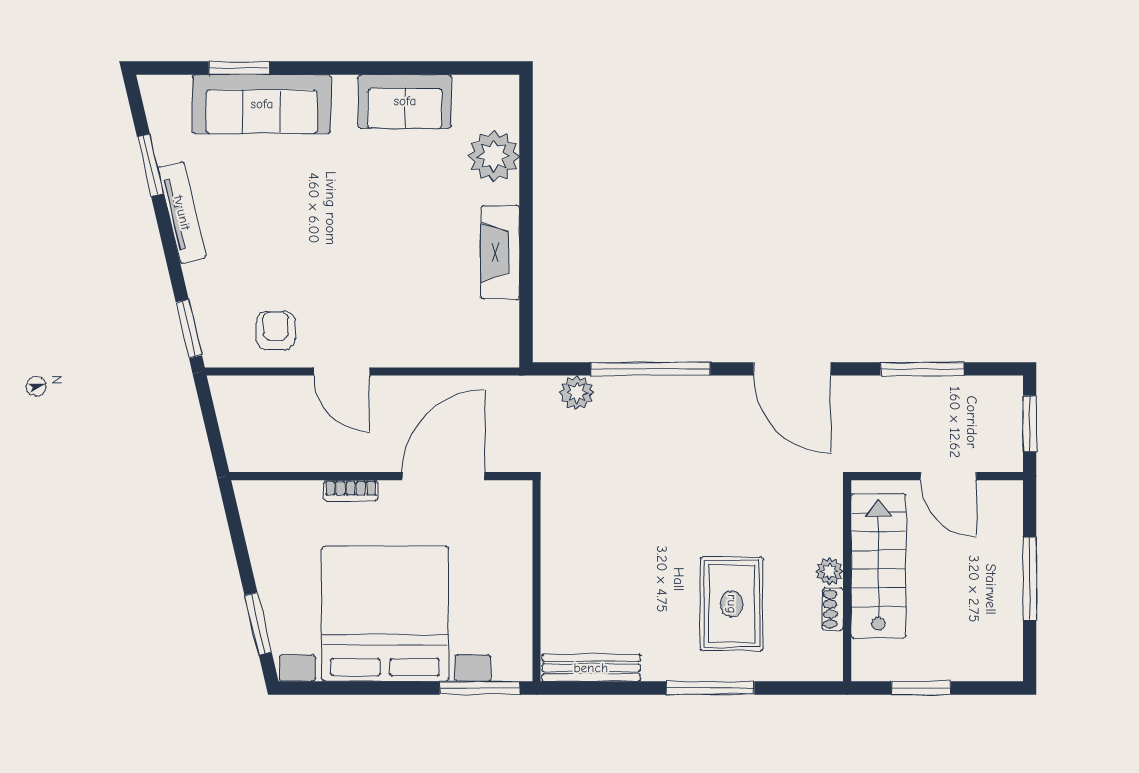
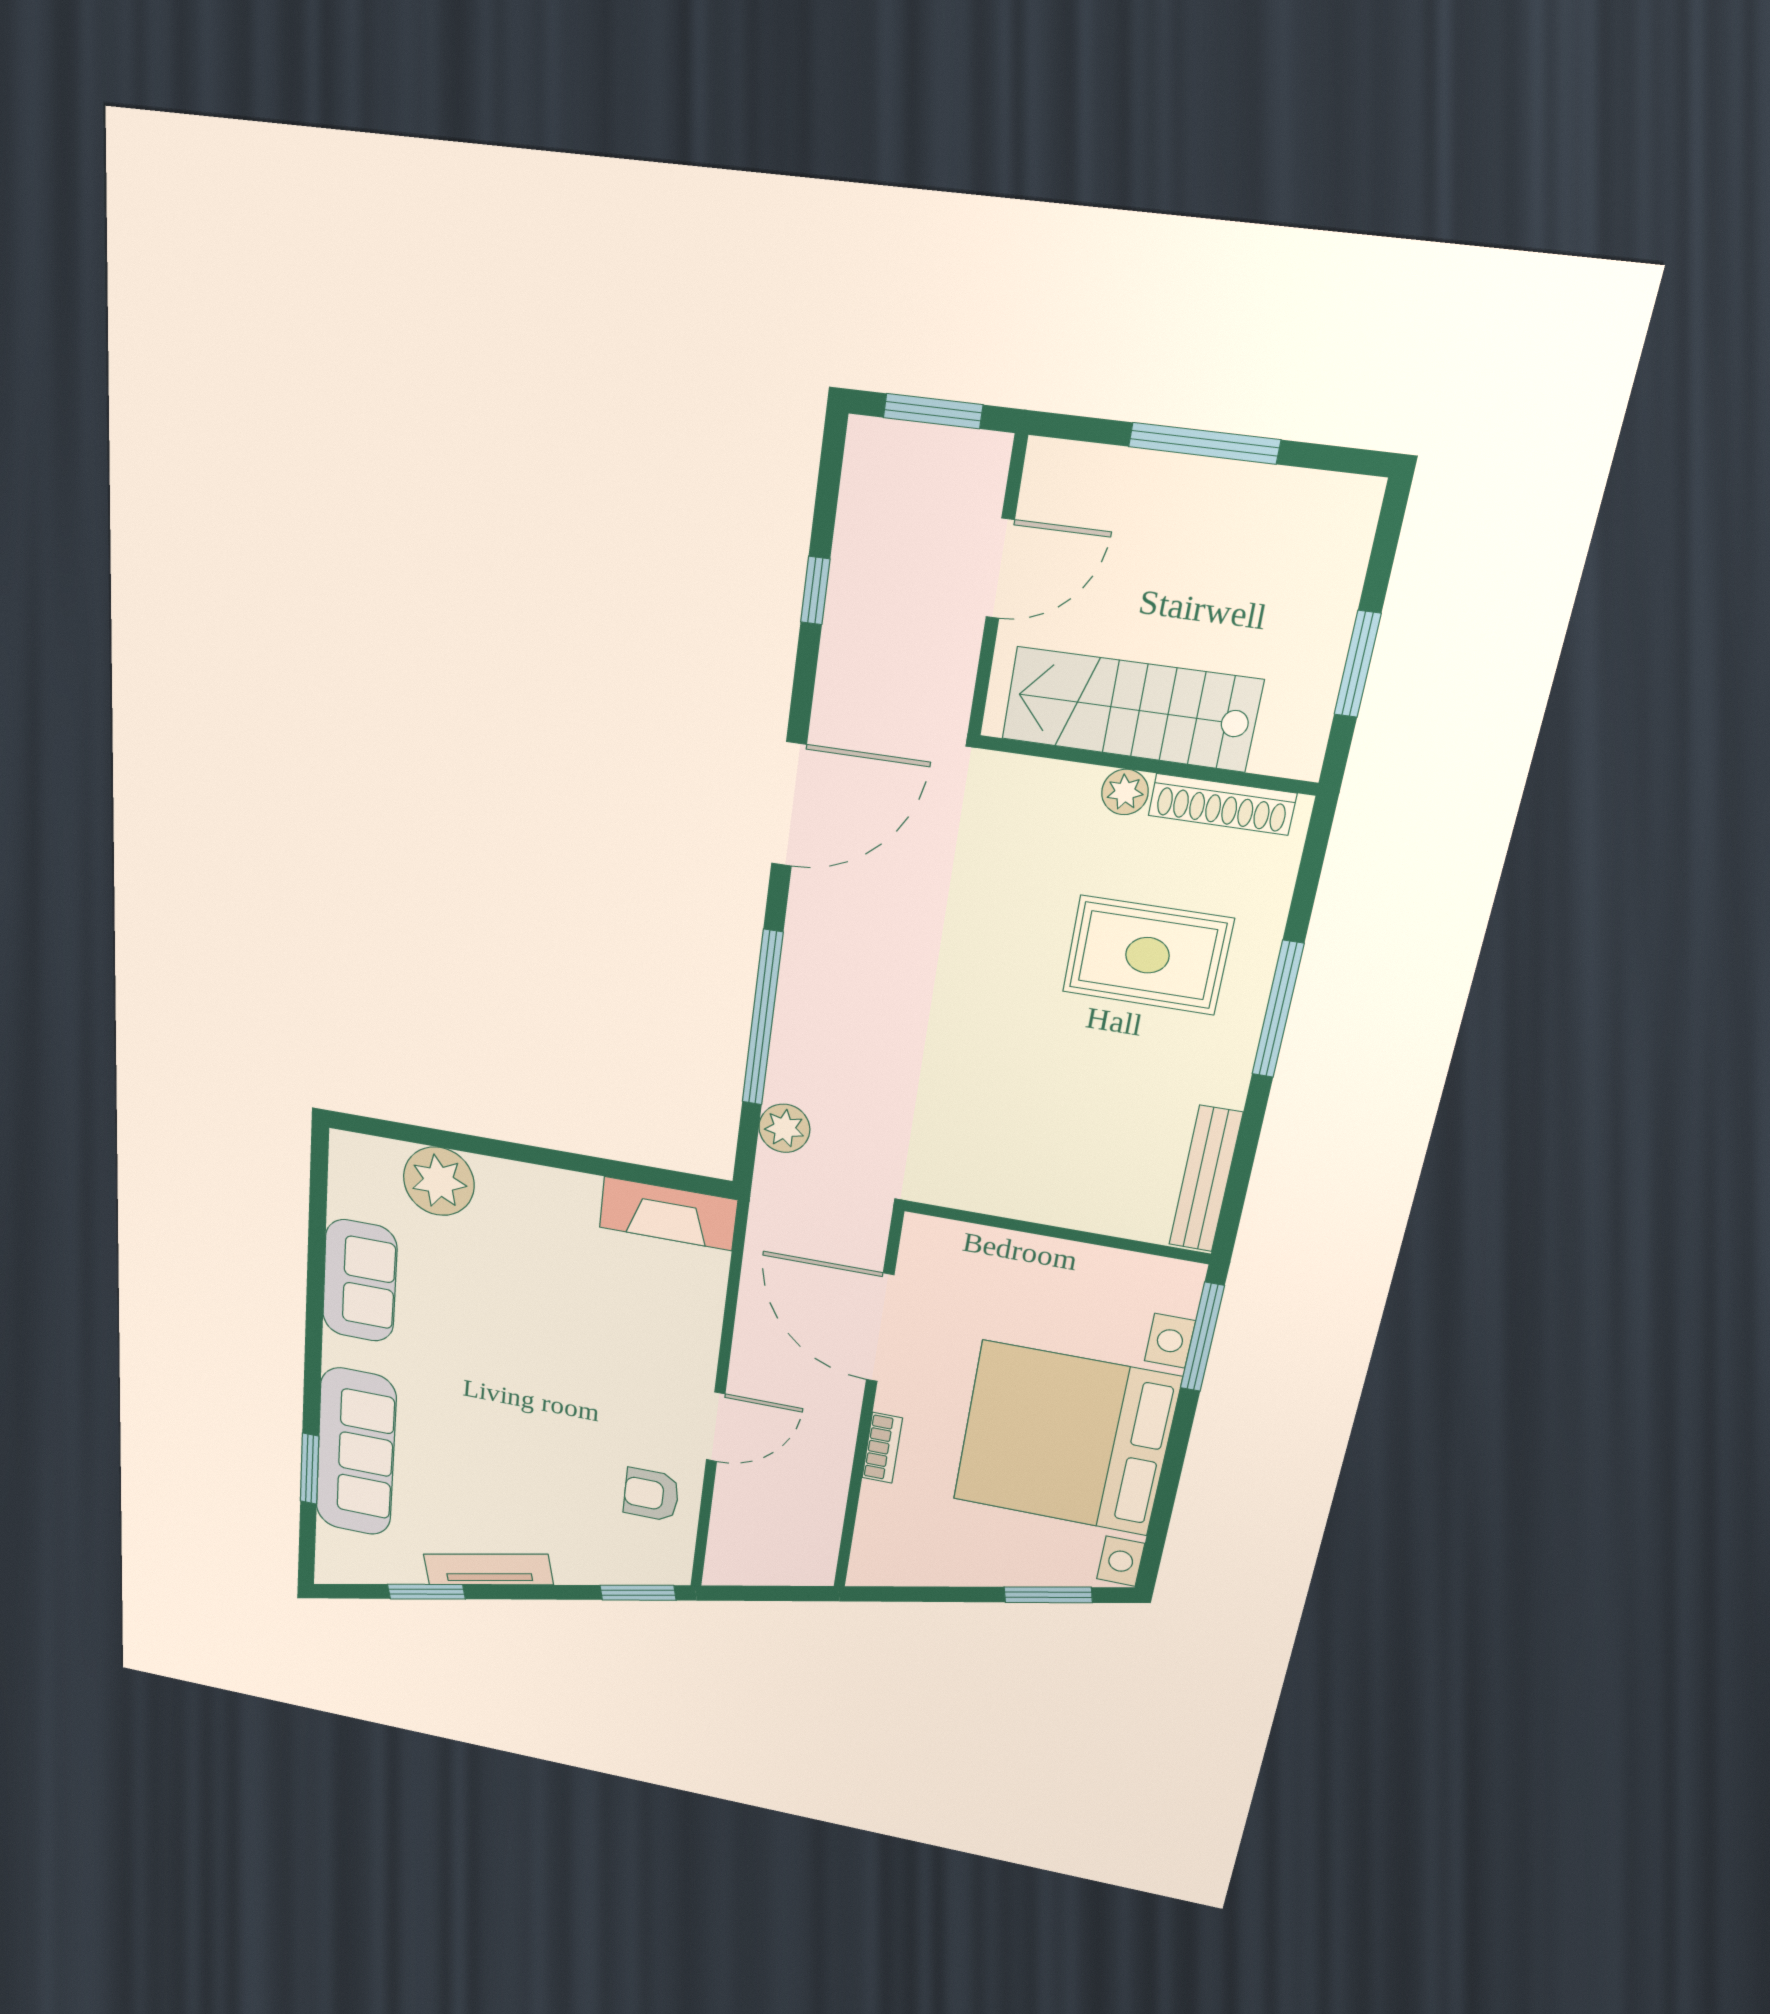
fireplace: (500, 252) -> (668, 1214), moved
window: (922, 369) -> (815, 591), width x0.46
shoe rack: (833, 609) -> (1222, 804), width x1.94, depth x1.24

